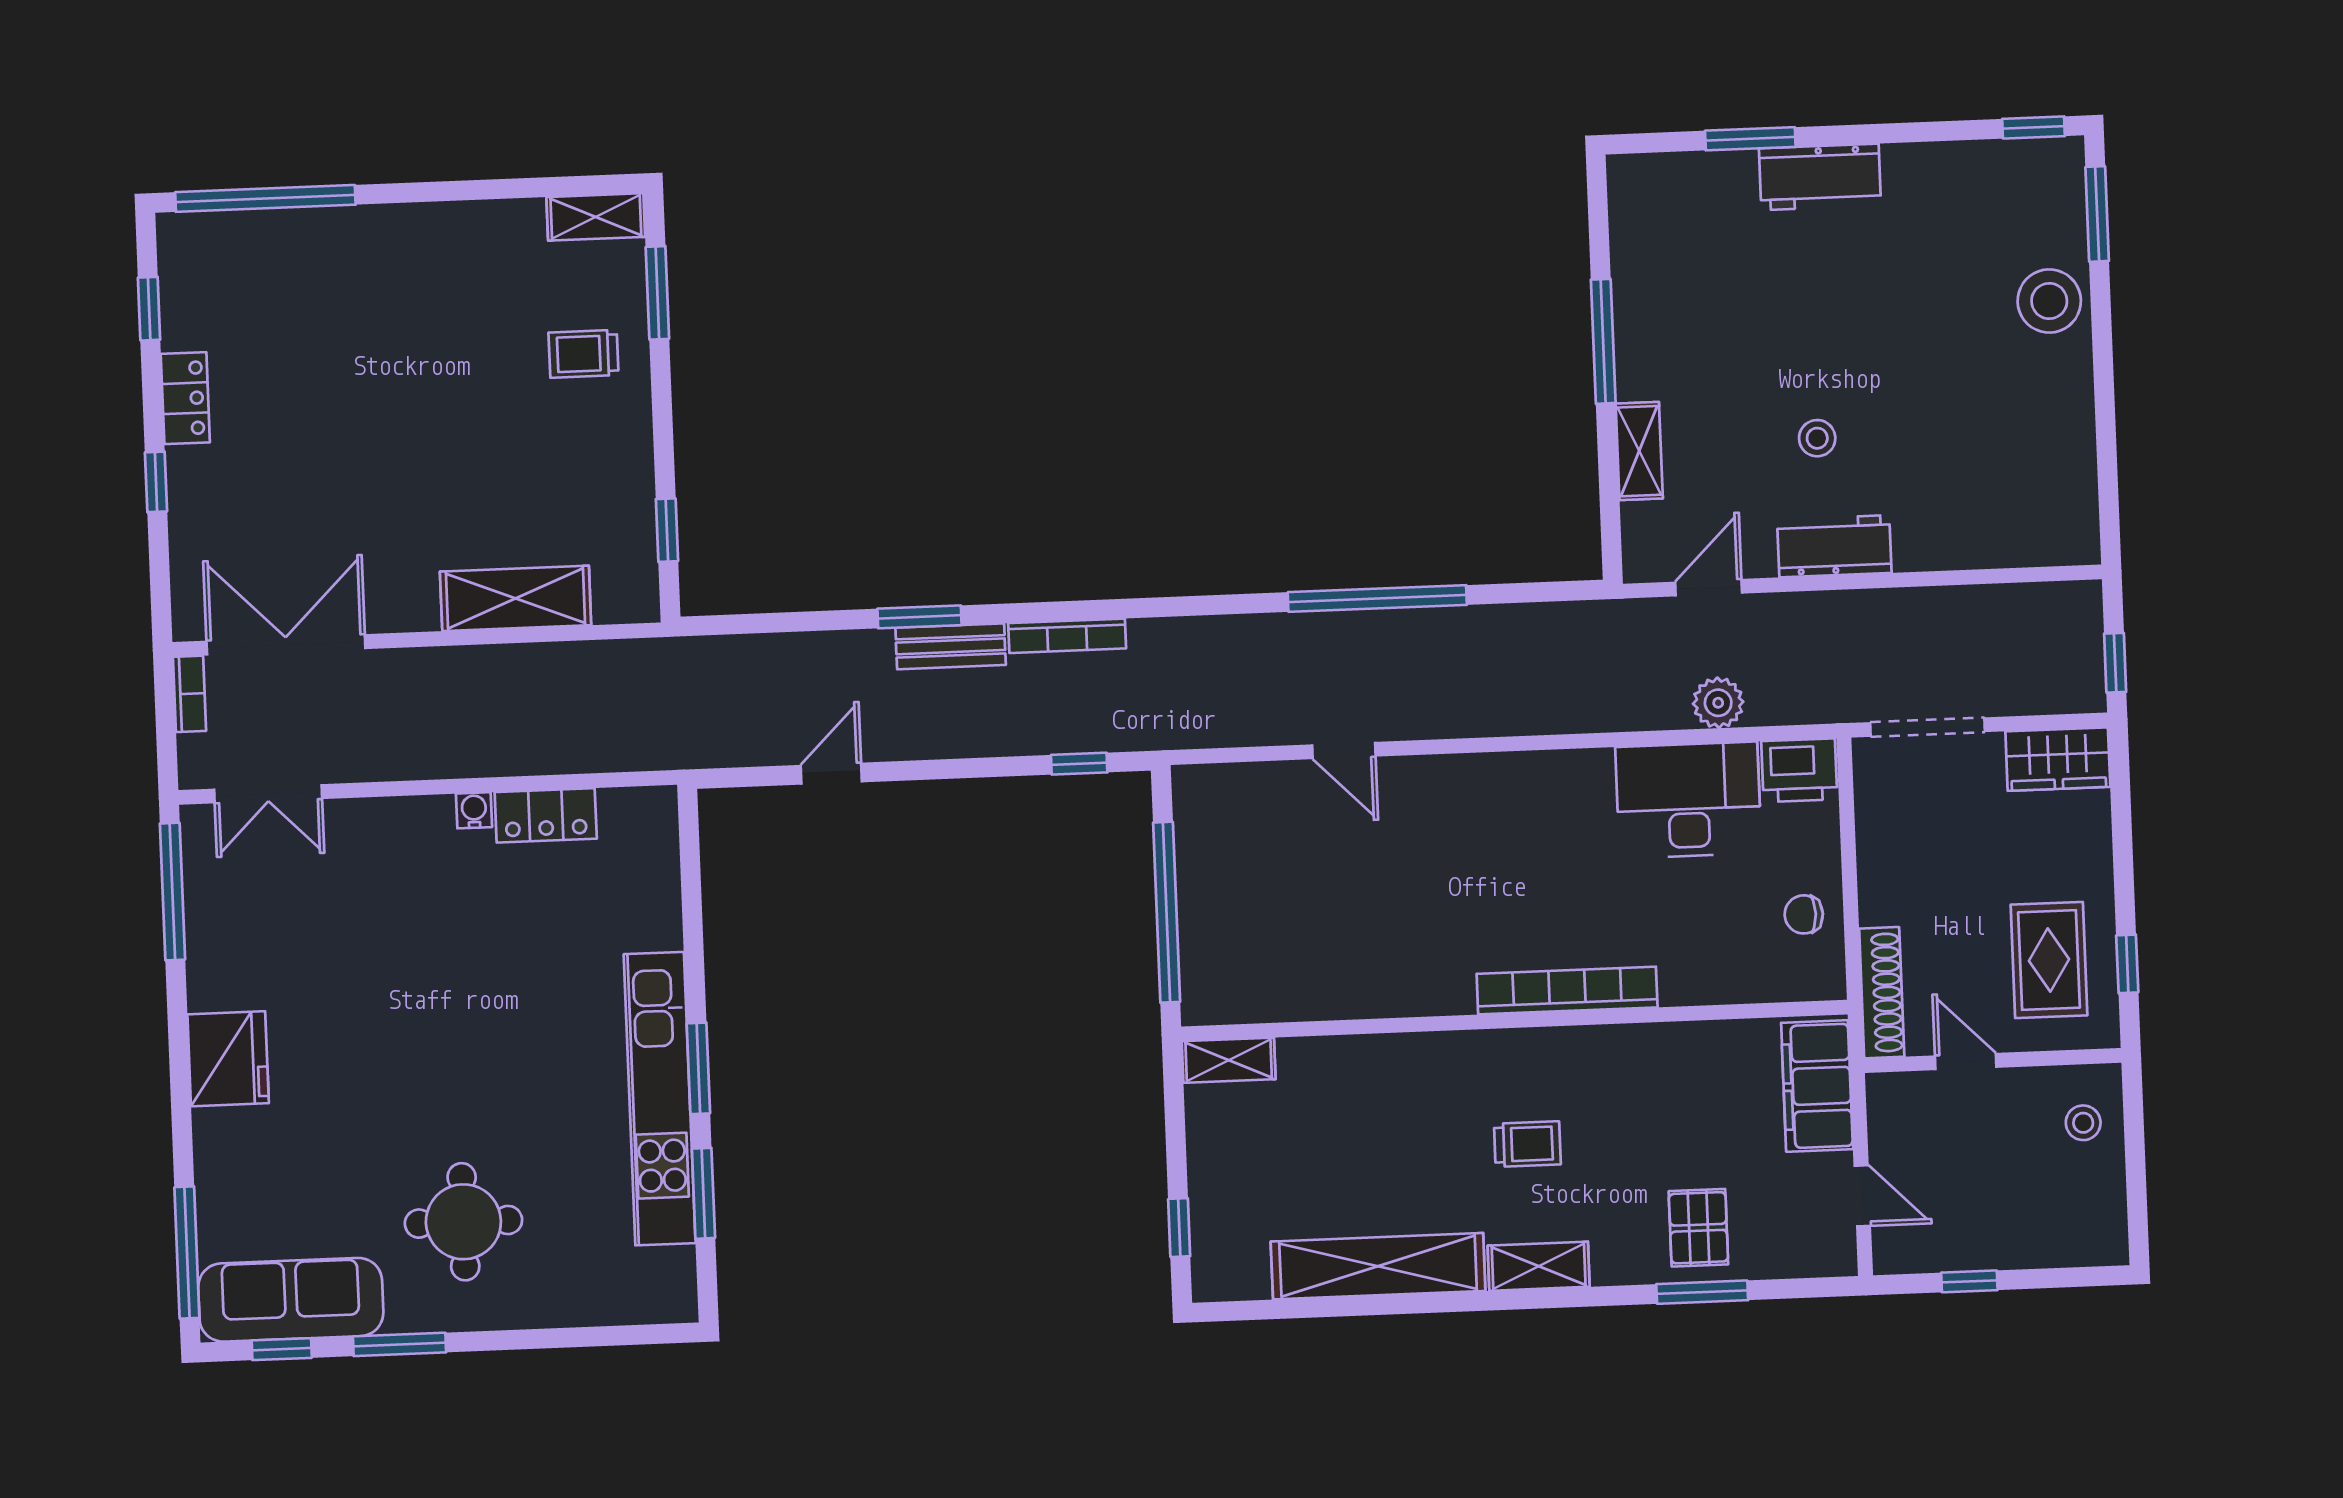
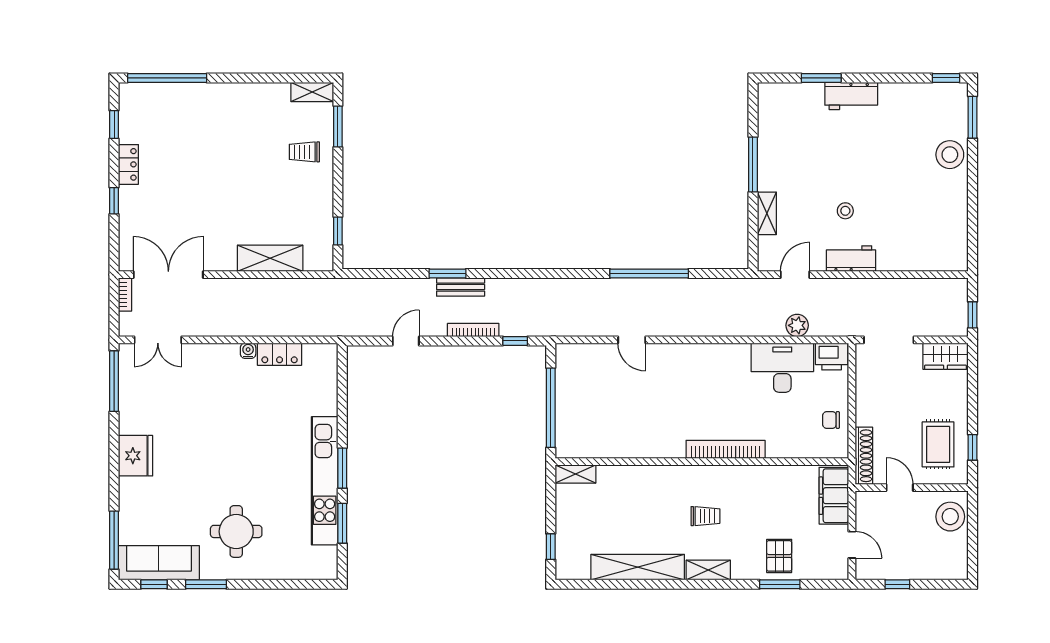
bookcase: (1067, 636) -> (473, 330), moved, turned 180
stool: (2083, 1123) -> (950, 517), width x1.89, depth x1.89

